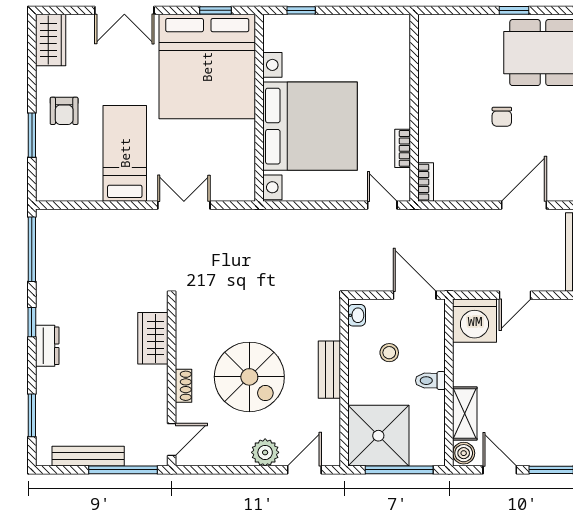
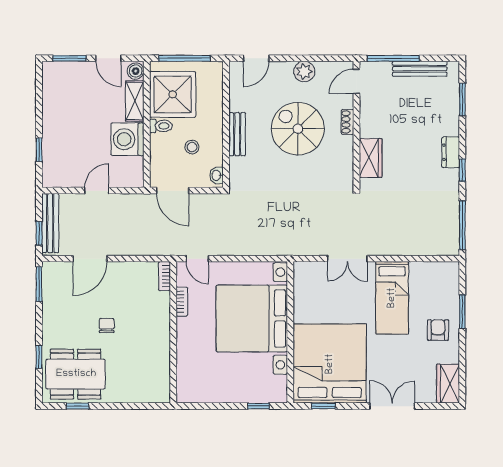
window: (514, 10) -> (78, 406), moved
washing machine: (475, 321) -> (127, 139), moved, turned -90
shower: (378, 436) -> (173, 94), moved
plant: (265, 452) -> (304, 72), moved

